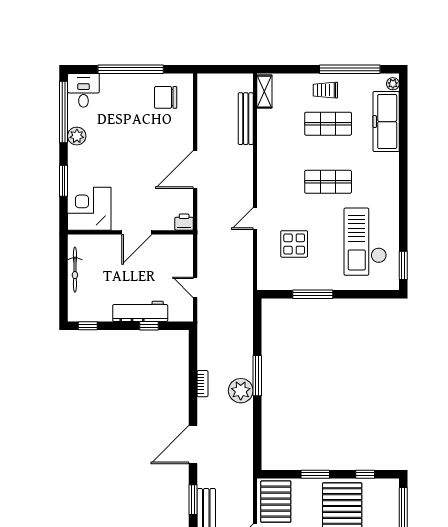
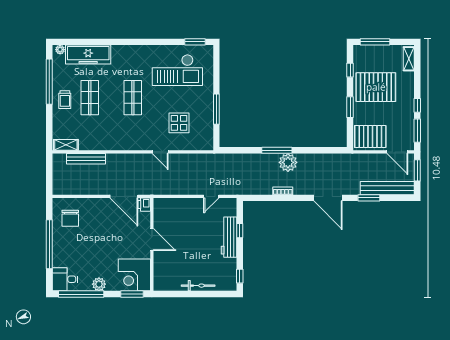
corner desk: (89, 209) -> (134, 275), moved
printer: (184, 222) -> (144, 205), moved
wall: (130, 232) -> (152, 244), moved
door: (137, 232) -> (152, 240), moved

